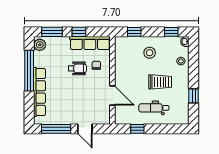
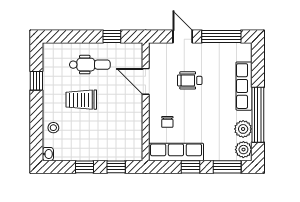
window: (171, 32) -> (84, 167), moved
stool: (150, 53) -> (95, 139), removed
plant: (40, 60) -> (243, 129), added
wheelchair: (77, 68) -> (190, 80), moved
row of seats: (39, 92) -> (244, 86), width x0.73

